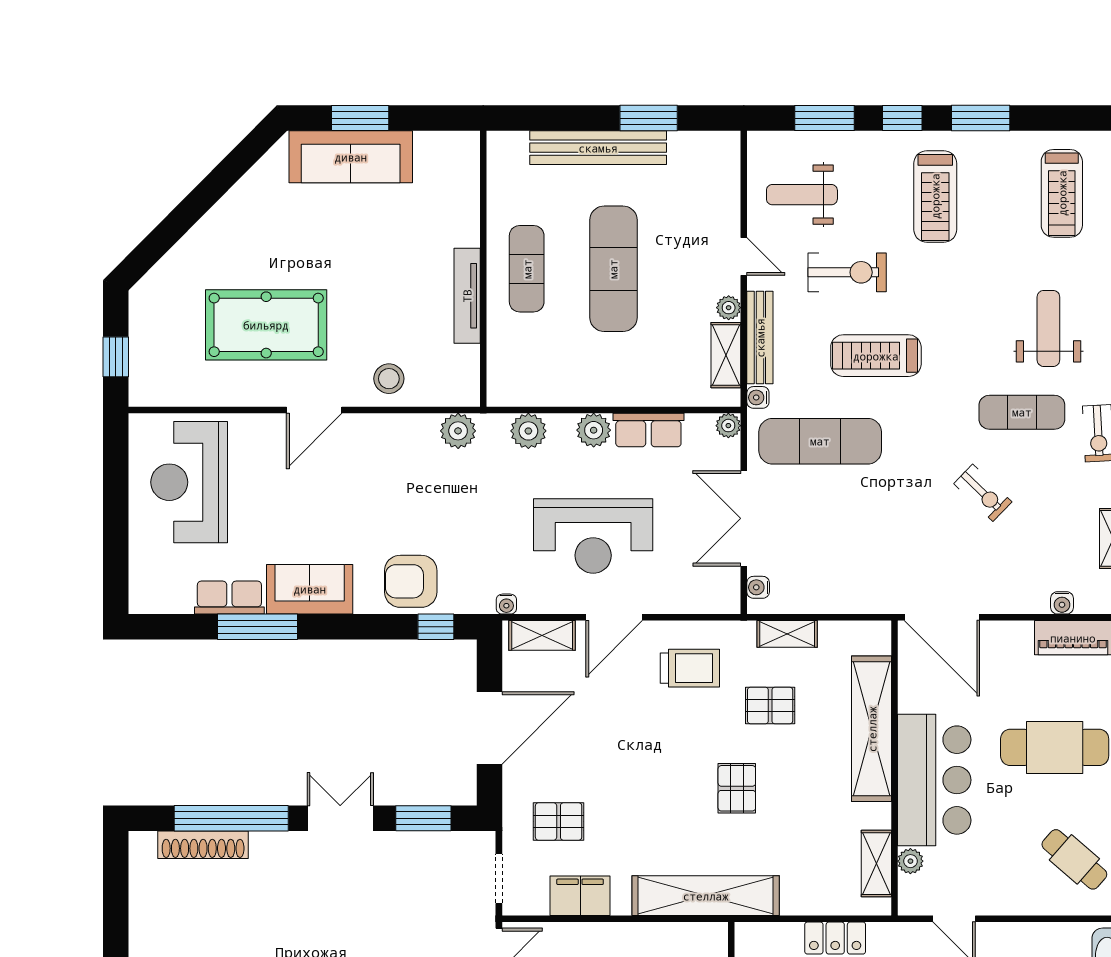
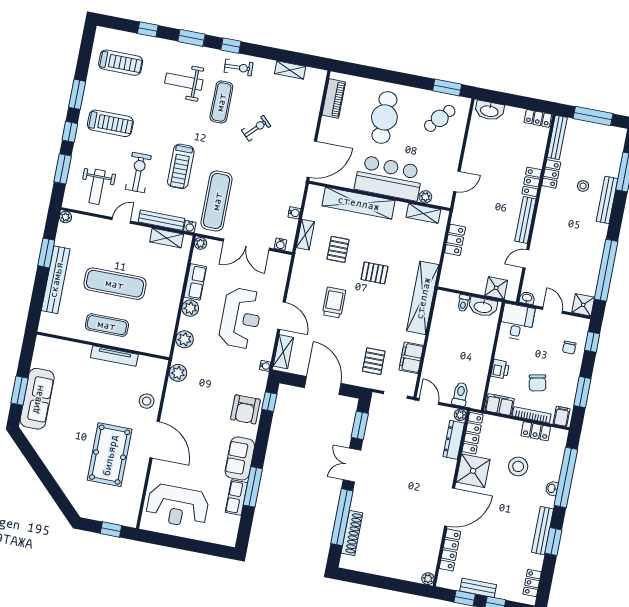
plant: (729, 308) -> (65, 217), moved
door: (314, 410) -> (155, 440), width x1.36
water cooler: (1062, 603) -> (294, 213), moved
trolley: (690, 668) -> (334, 302), moved

